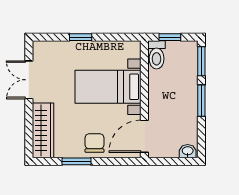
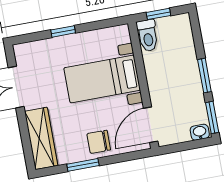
window: (201, 61) -> (212, 117), moved
chair: (95, 143) -> (99, 142), turned -90

